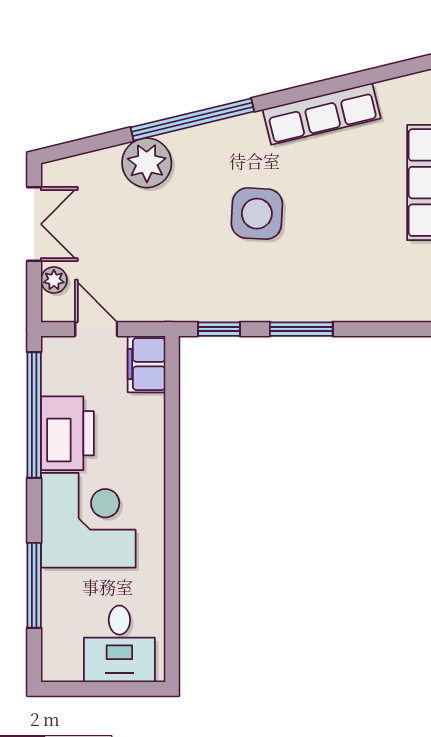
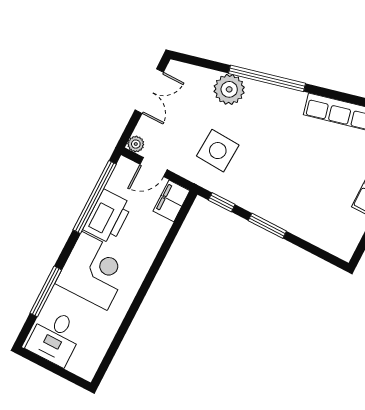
side table: (257, 214) -> (218, 151), moved
plant: (54, 280) -> (136, 144), moved
door: (96, 329) -> (154, 167), swing flipped
desk: (119, 644) -> (55, 337), moved

